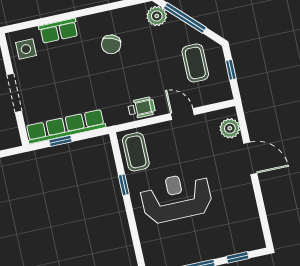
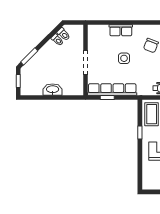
side table: (26, 49) -> (124, 58), moved

